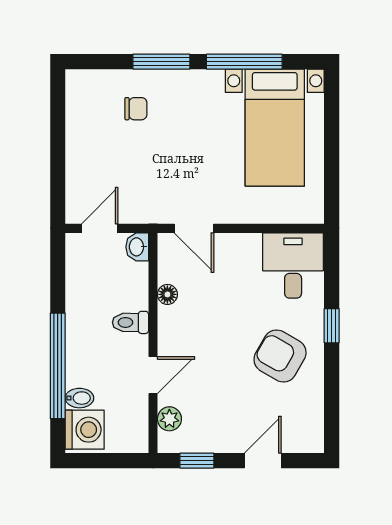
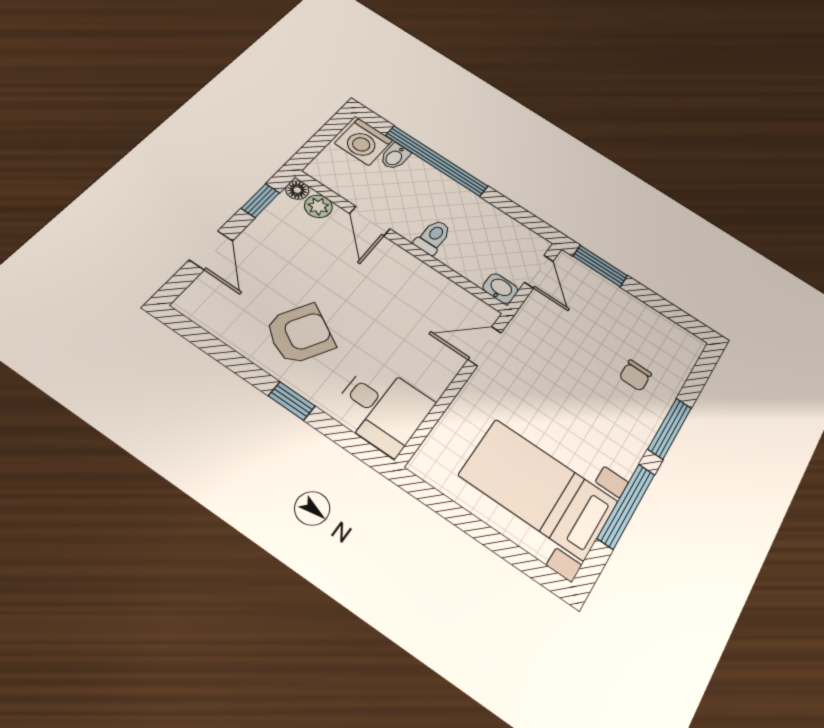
window: (58, 186) -> (600, 266), added
floor lamp: (167, 294) -> (297, 190), moved

